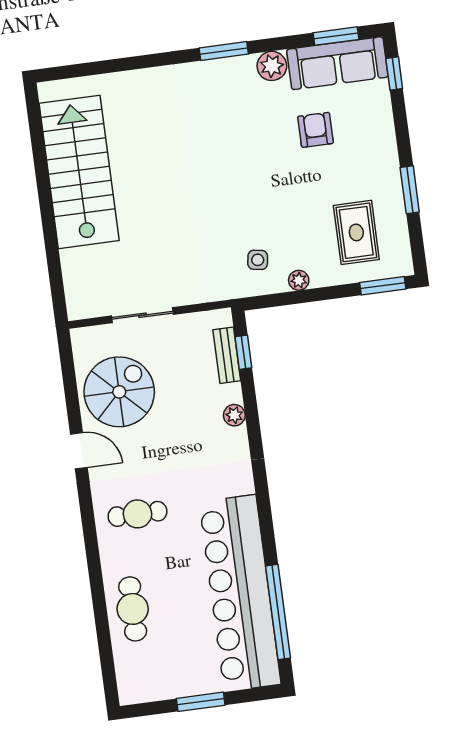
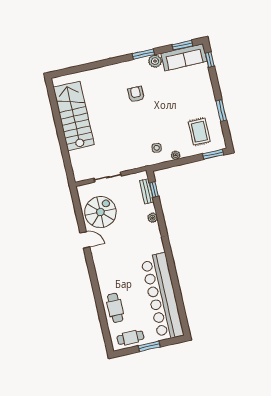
window: (224, 51) -> (143, 54), moved
armchair: (315, 130) -> (136, 94), moved
cafe table: (137, 514) -> (130, 338), moved
window: (278, 612) -> (180, 303), removed

